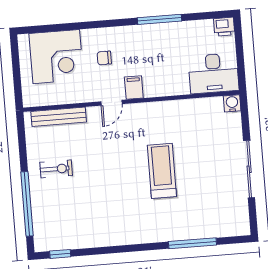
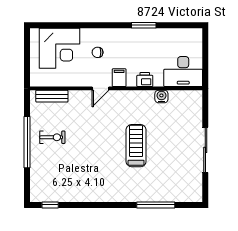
window: (159, 19) -> (144, 25), width x0.69
printer: (224, 27) -> (145, 80), moved, turned 180
water cooler: (232, 103) -> (161, 96), moved
bench: (59, 117) -> (52, 96), width x0.73
window: (27, 204) -> (27, 142), moved

